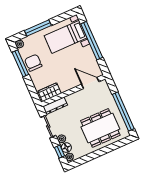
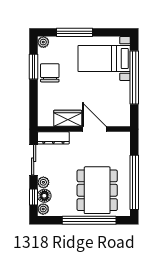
window: (20, 63) -> (34, 67), width x0.69
door: (90, 83) -> (94, 129), moved
wardrobe: (50, 92) -> (68, 118), moved
dining table: (100, 128) -> (97, 190), turned 90
window: (104, 151) -> (89, 220), added

